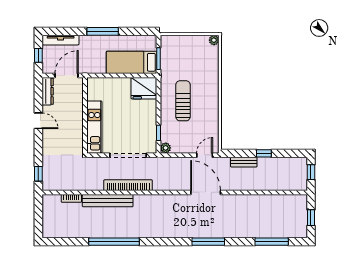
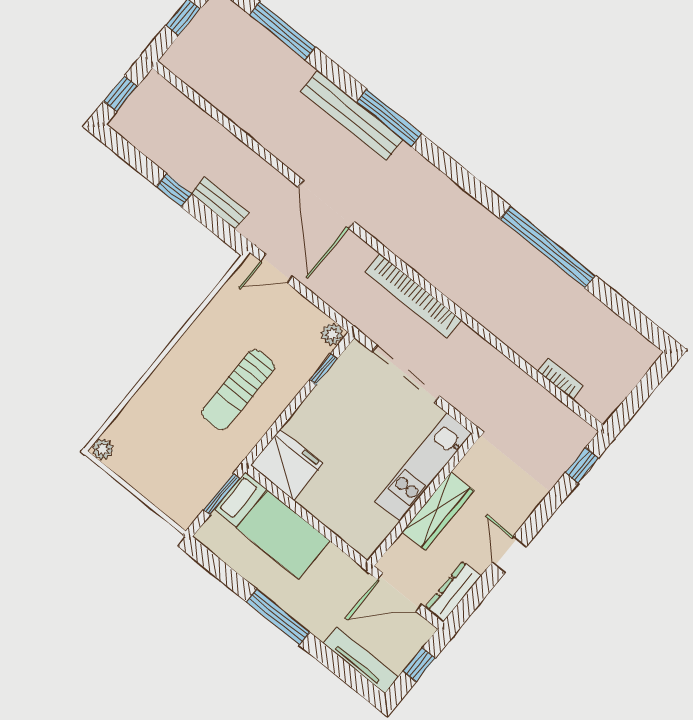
wardrobe: (76, 116) -> (438, 511), added
bookcase: (128, 185) -> (413, 296), moved
bench: (108, 201) -> (352, 116), moved

